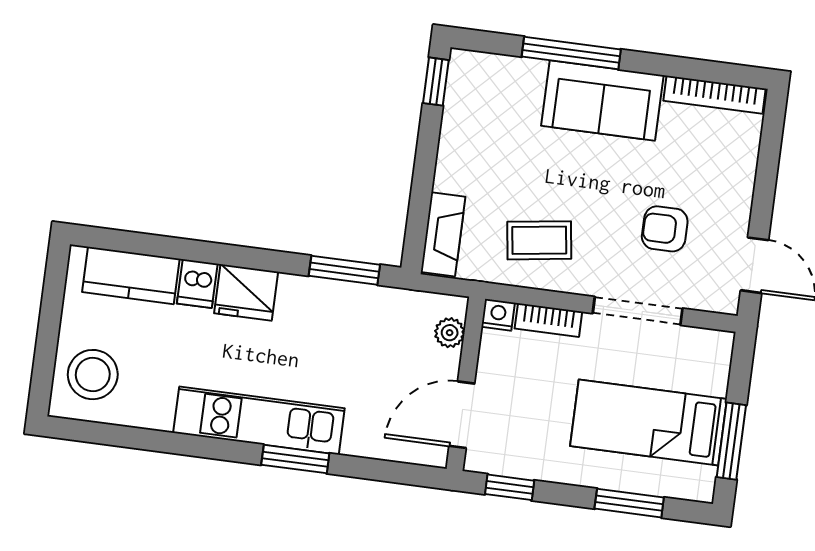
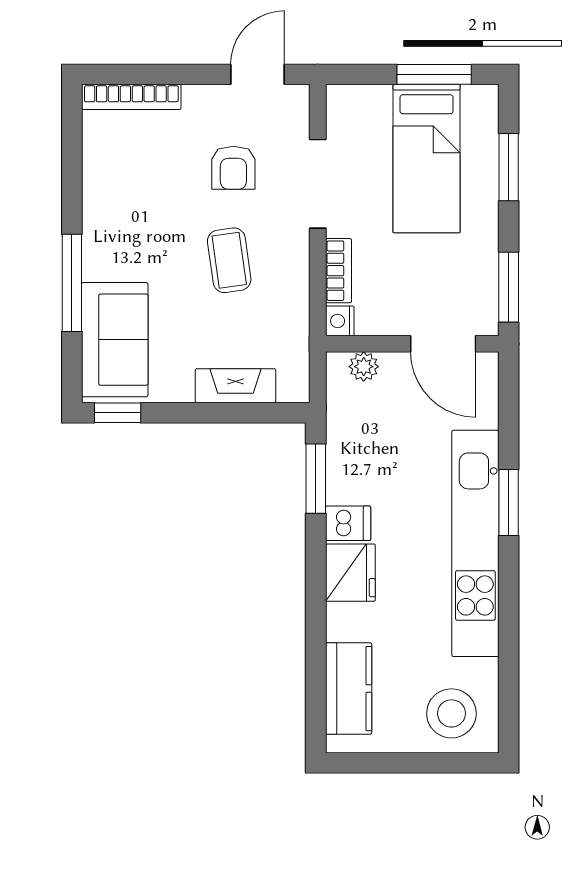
bookcase: (714, 95) -> (131, 97), moved, turned 90
sofa: (602, 101) -> (115, 340), moved
fireplace: (443, 234) -> (235, 386), moved
coffee table: (539, 240) -> (229, 260), moved
dishwasher: (197, 284) -> (348, 523), moved
kitchen unit: (259, 421) -> (475, 543), width x1.36
window: (510, 487) -> (509, 287), width x1.50

